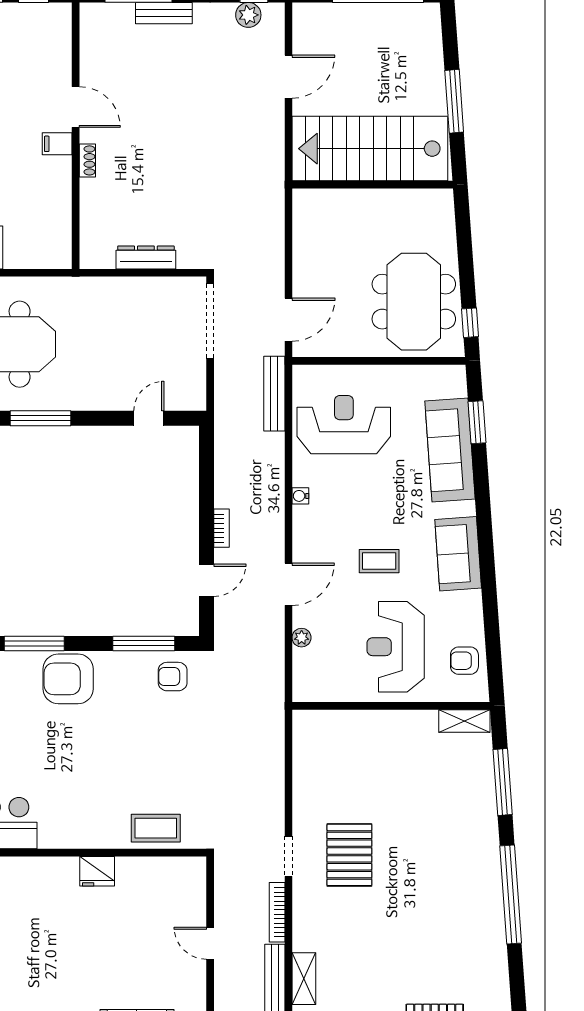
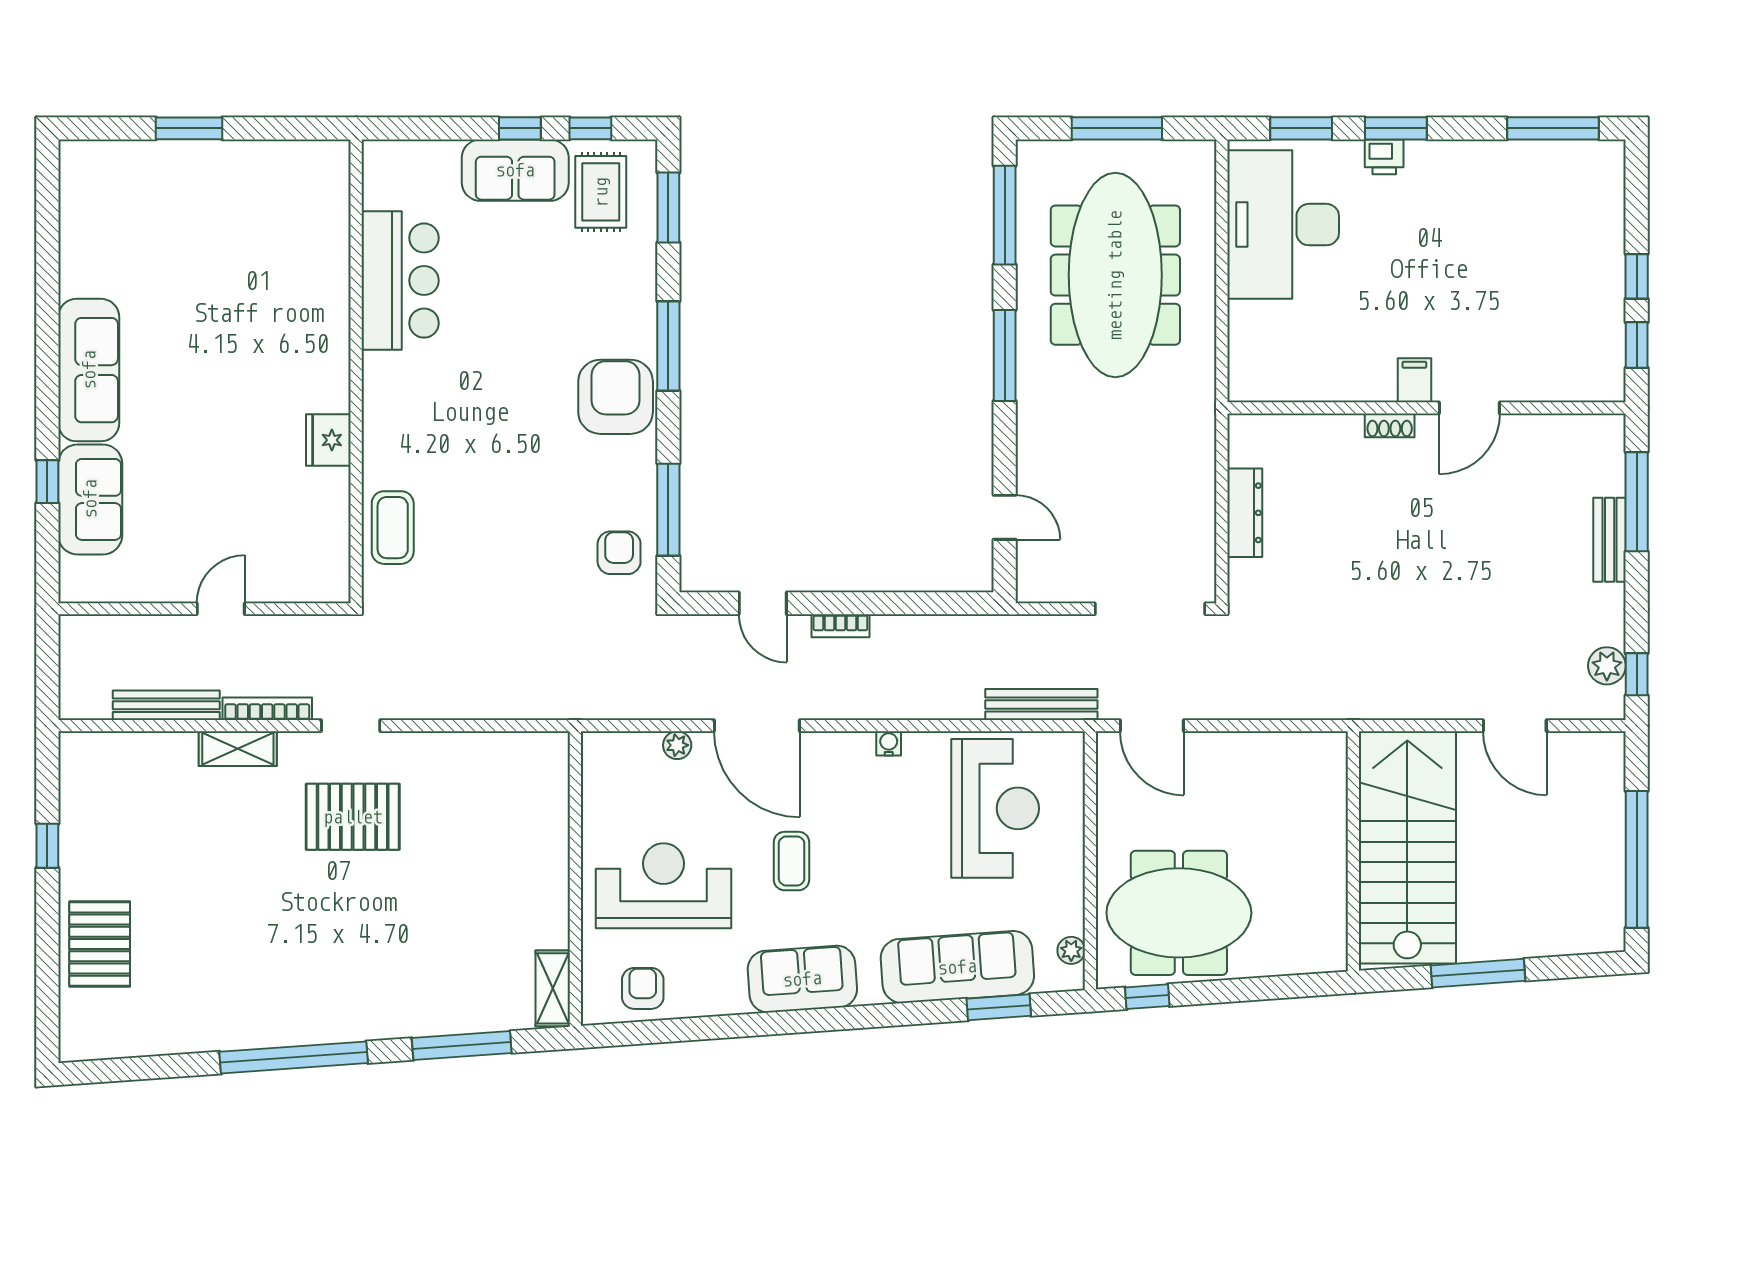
plant: (439, 374) -> (1071, 950), added
door: (288, 584) -> (757, 726), width x1.36
shelving: (304, 979) -> (238, 749), moved

